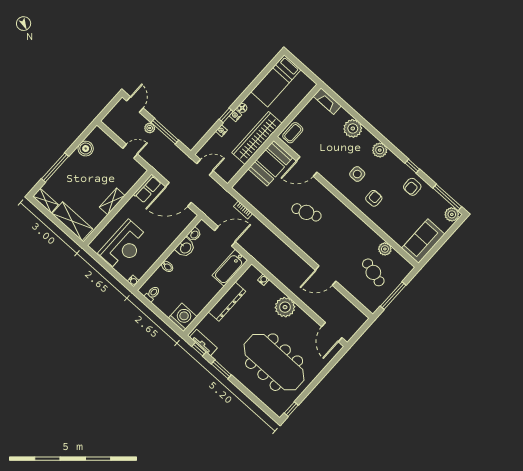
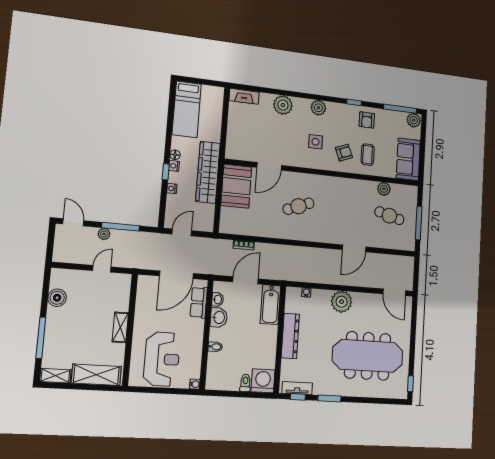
coffee table: (293, 133) -> (368, 155), moved
row of seats: (147, 189) -> (199, 302), moved, turned 180
armchair: (374, 198) -> (344, 153), turned 68
toilet: (152, 294) -> (245, 383), moved

